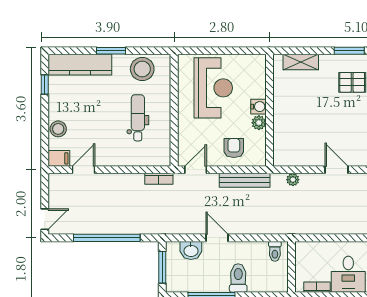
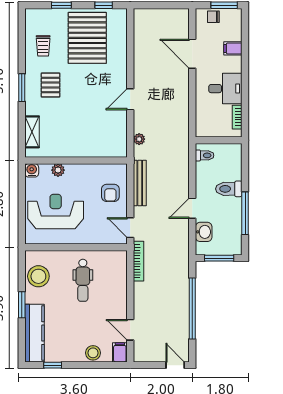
water cooler: (258, 107) -> (32, 170), moved
dental chair: (138, 118) -> (83, 280), turned -90
plant: (259, 123) -> (58, 170), moved
armchair: (234, 148) -> (110, 193), turned -90
bookcase: (159, 179) -> (138, 261), width x1.56

